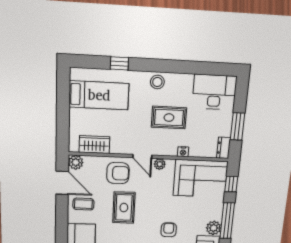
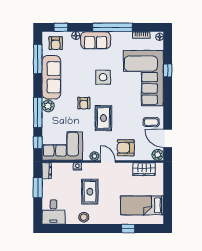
stool: (157, 82) -> (84, 217), moved
desk: (214, 92) -> (53, 212), width x0.73
rug: (169, 118) -> (90, 192), turned 90
rug: (124, 208) -> (103, 118), moved

